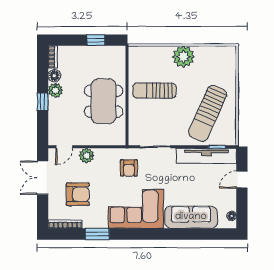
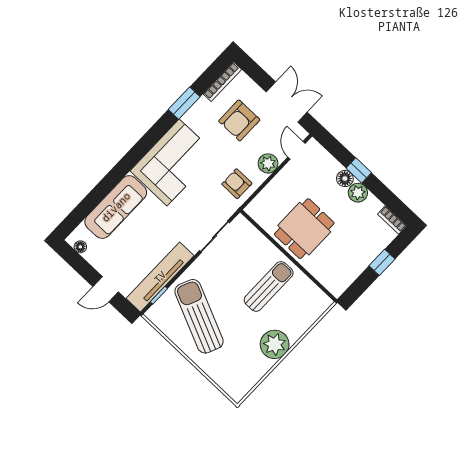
window: (96, 40) -> (382, 262), moved
floor lamp: (54, 76) -> (345, 179), moved
dining table: (104, 101) -> (304, 229), width x0.73
armchair: (129, 168) -> (237, 184), moved
door: (242, 180) -> (106, 289), swing flipped

